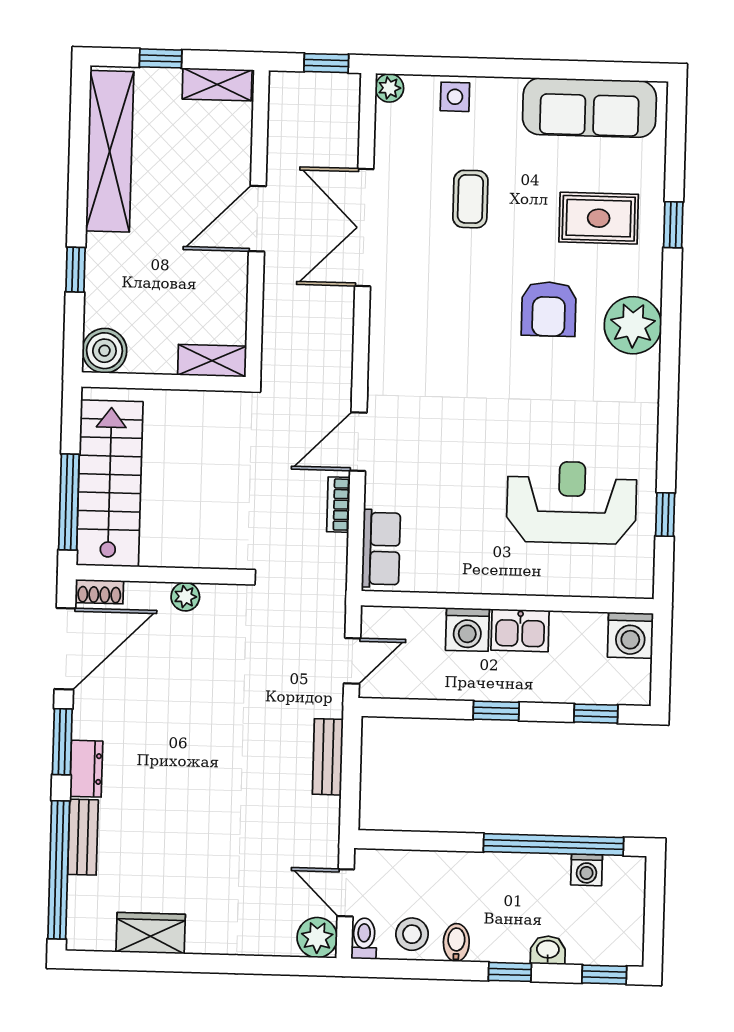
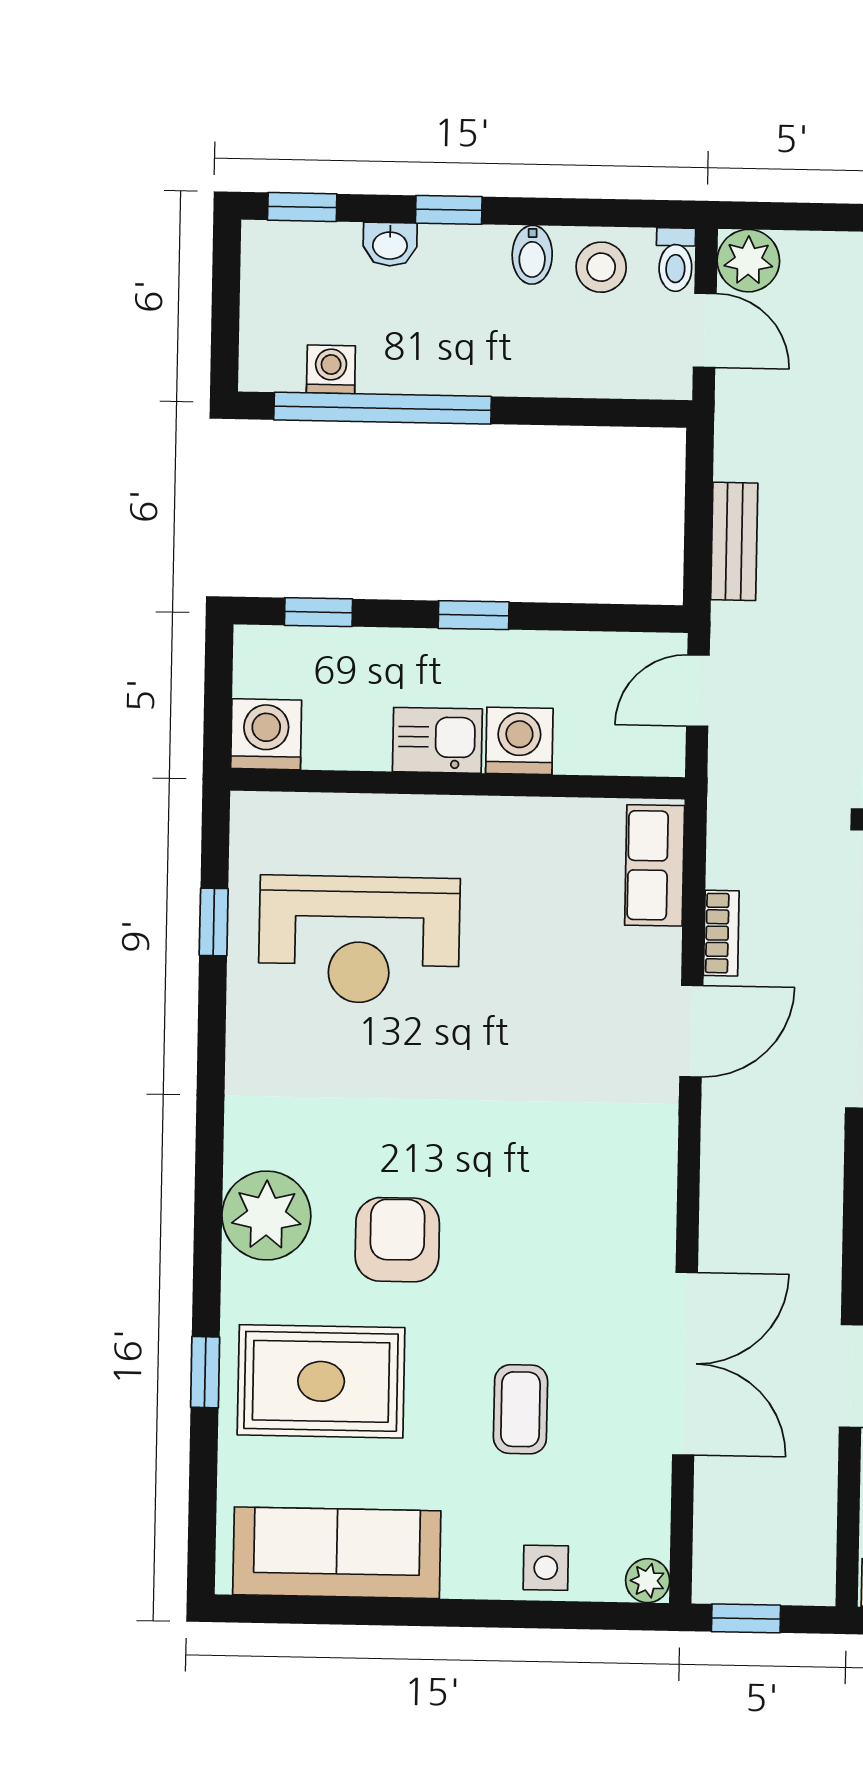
rug: (599, 218) -> (321, 1381), width x1.36, depth x1.43

